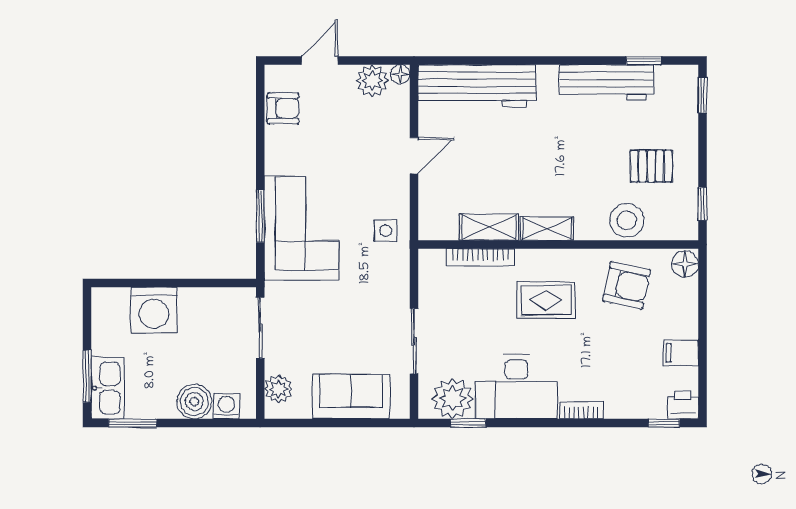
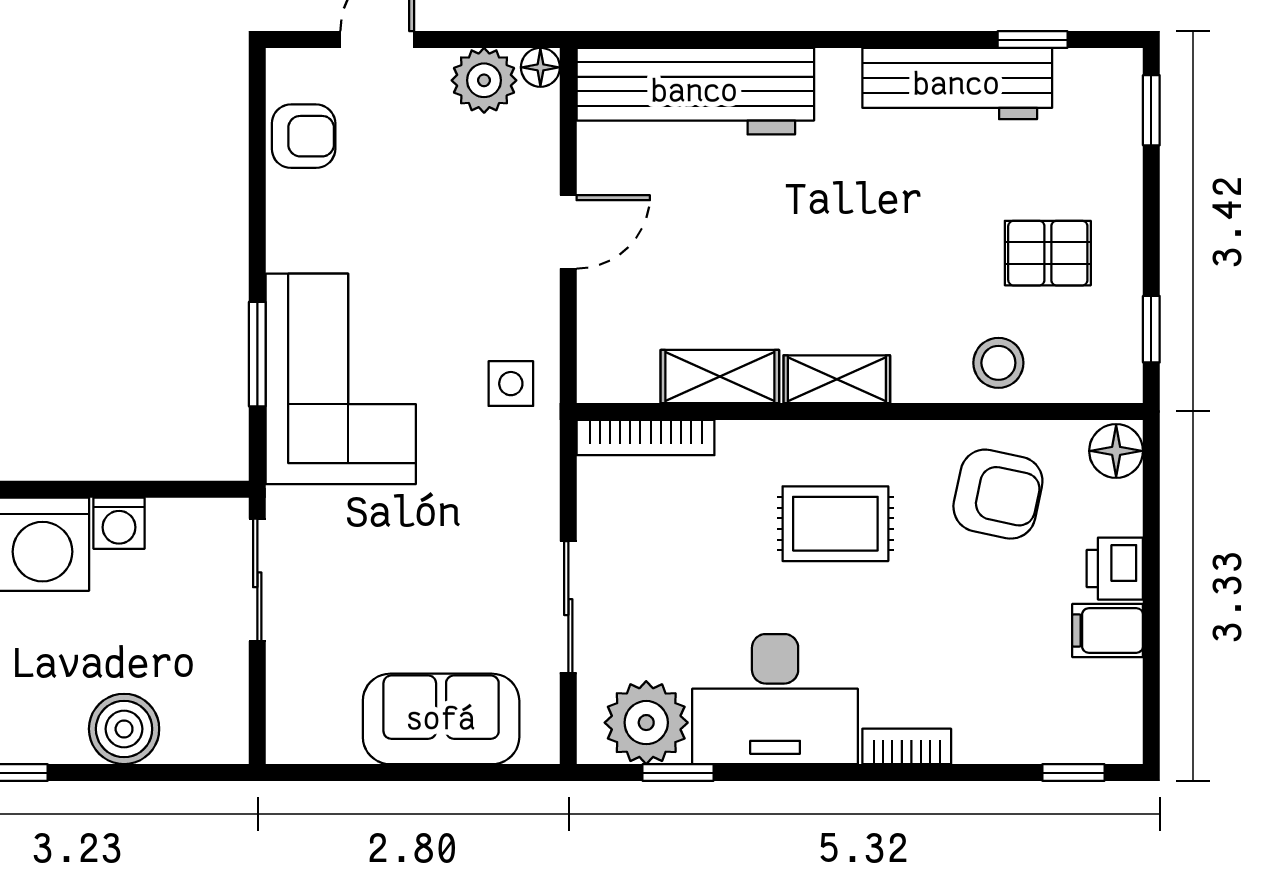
stool: (627, 220) -> (998, 363), width x0.73, depth x0.73
bookcase: (480, 257) -> (646, 438), moved
plant: (279, 389) -> (294, 704), removed
printer: (683, 405) -> (1115, 569), moved, turned -90
washing machine: (227, 406) -> (119, 523), moved, turned 180

